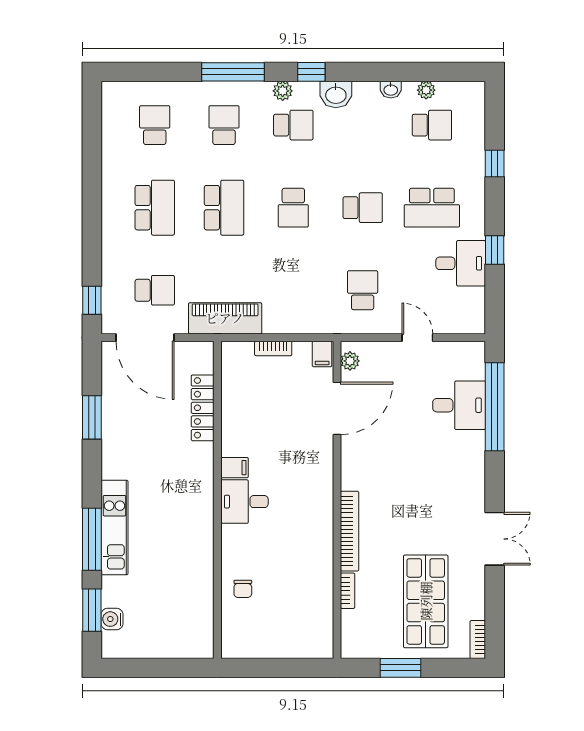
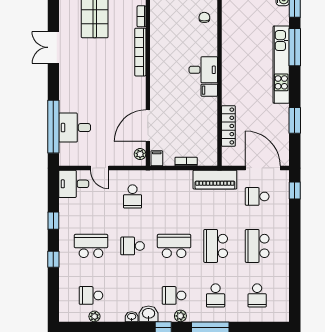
washbasin: (391, 90) -> (132, 317), moved
window: (495, 163) -> (53, 259), moved
school desk: (293, 208) -> (174, 246), width x1.85
desk: (461, 263) -> (74, 184), moved
kitchen unit: (115, 528) -> (281, 65), width x1.36

